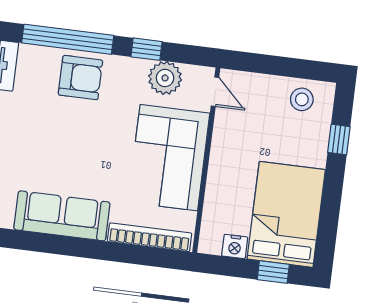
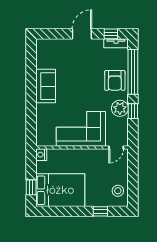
plant: (165, 78) -> (120, 108), moved
sofa: (62, 216) -> (46, 86), width x0.73
bookcase: (150, 237) -> (40, 124), removed
nightstand: (235, 246) -> (41, 155), moved

